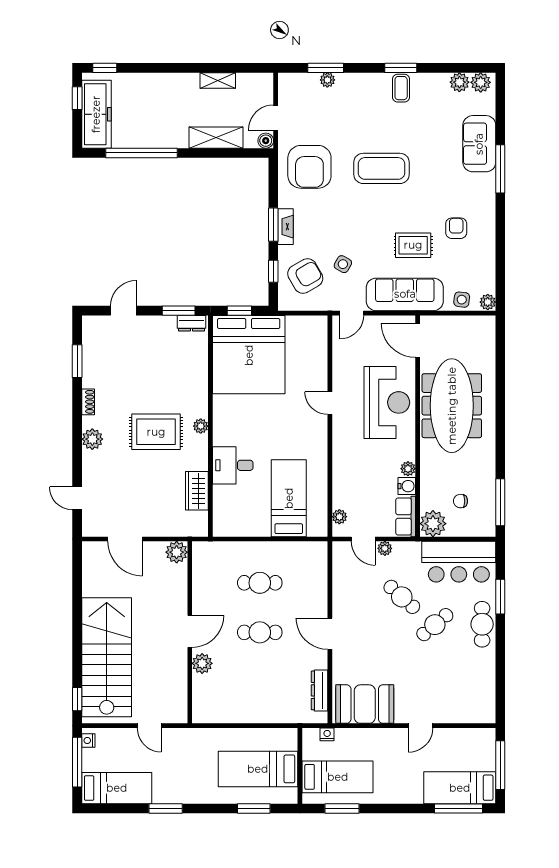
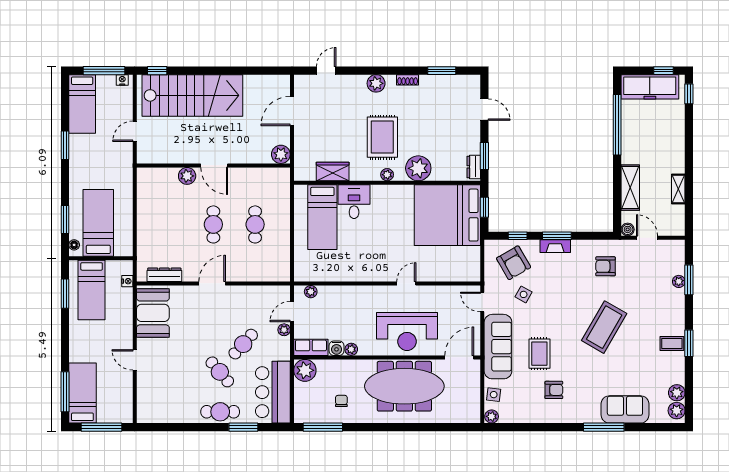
armchair: (309, 167) -> (606, 266), width x0.53, depth x0.53
coffee table: (382, 168) -> (604, 327), turned 30
plant: (193, 389) -> (418, 168), added
bed: (289, 498) -> (322, 217), moved, turned 90
chair: (460, 501) -> (341, 401), moved
floor lamp: (284, 798) -> (74, 245), added

